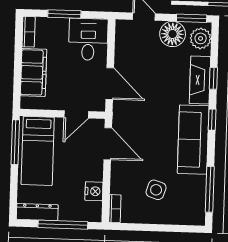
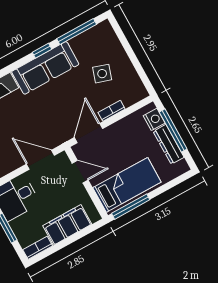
door: (110, 84) -> (40, 160), hinge flipped
window: (212, 120) -> (42, 51), moved
nightstand: (94, 191) -> (154, 119), moved, turned 90
bookcase: (115, 209) -> (112, 111), moved
dresser: (37, 212) -> (169, 144), moved

